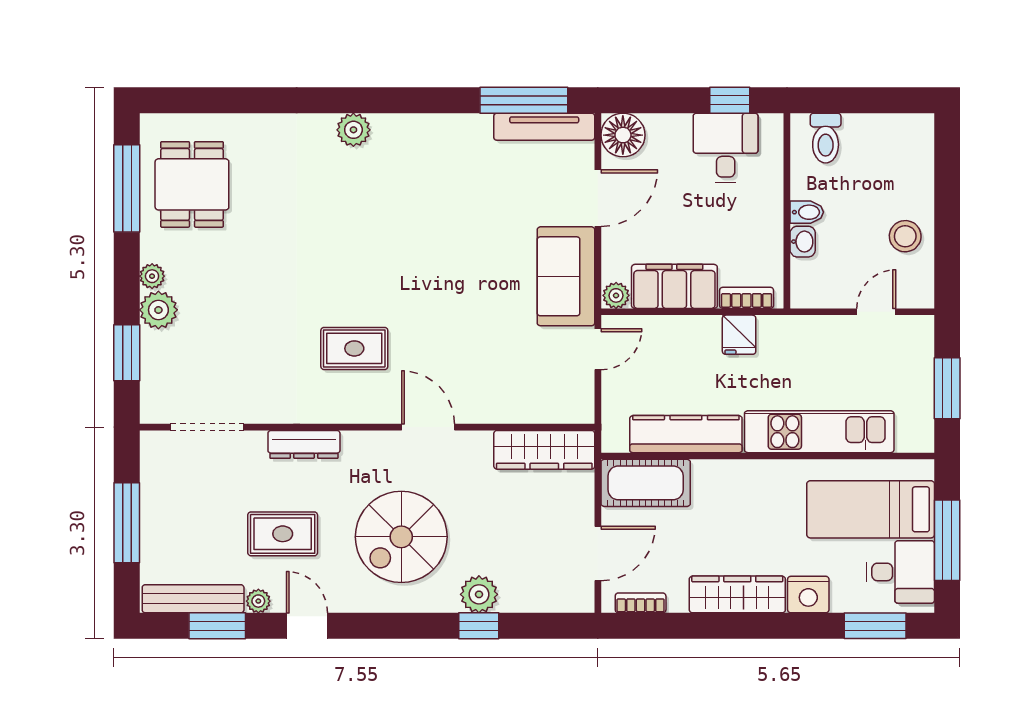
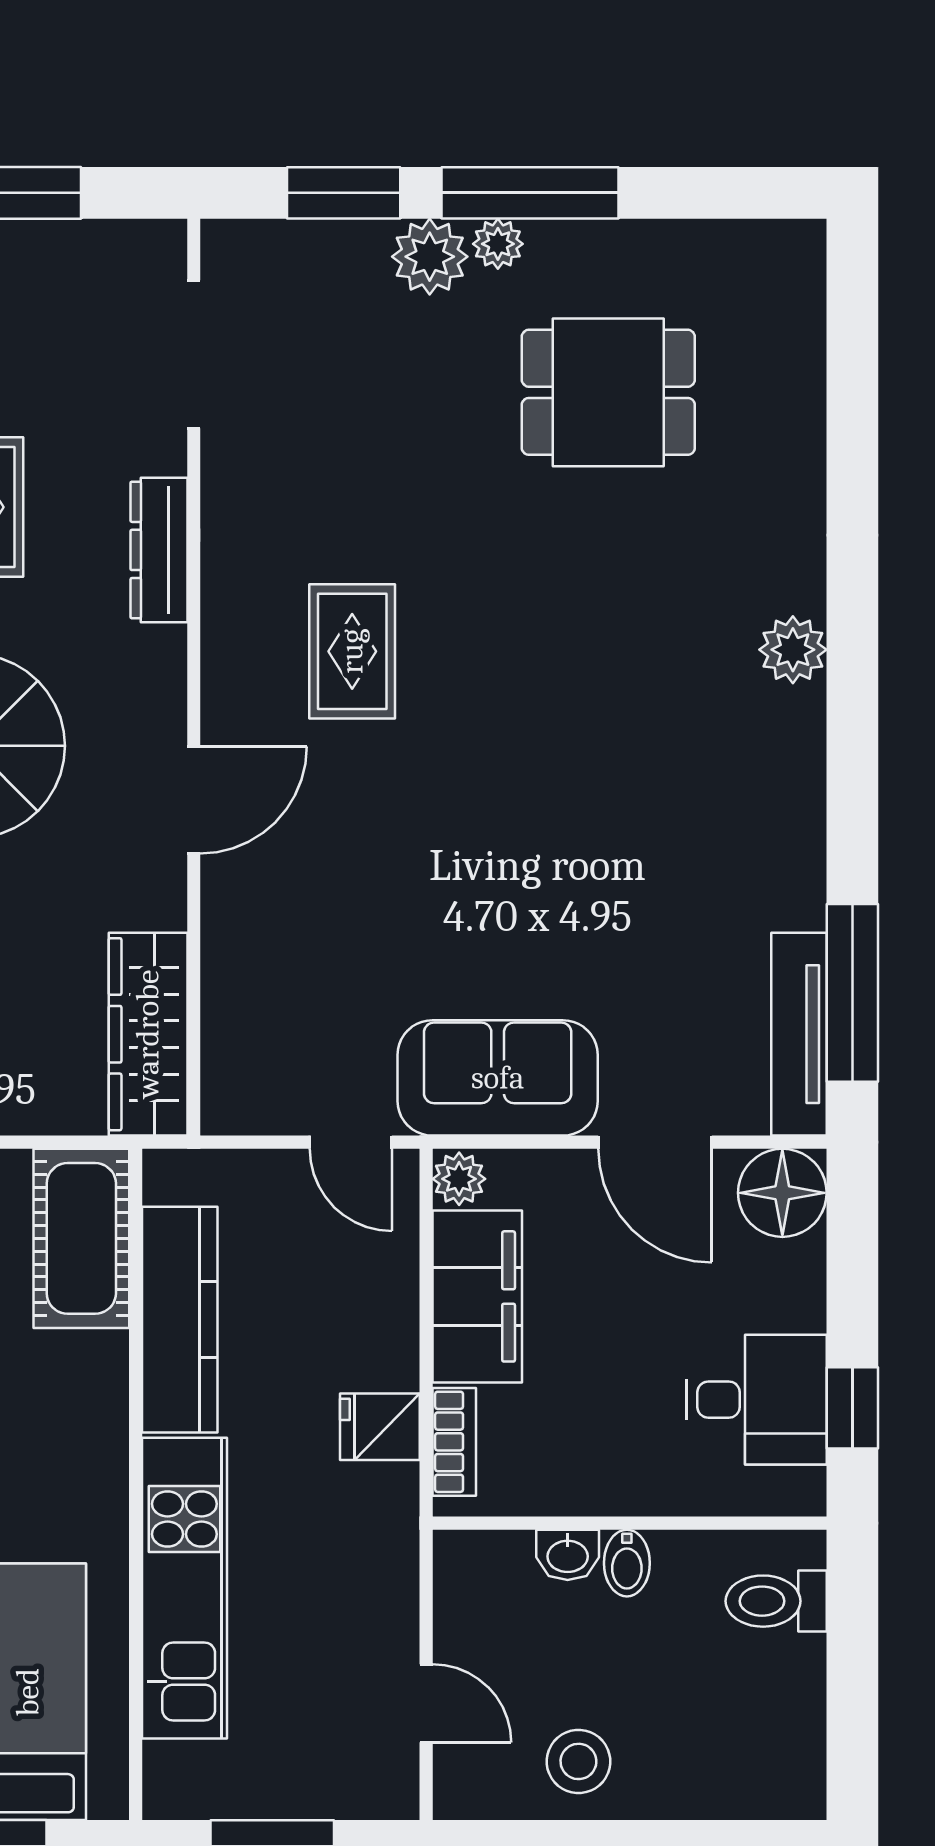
dining table: (192, 184) -> (608, 392), moved
window: (127, 188) -> (530, 193), moved

